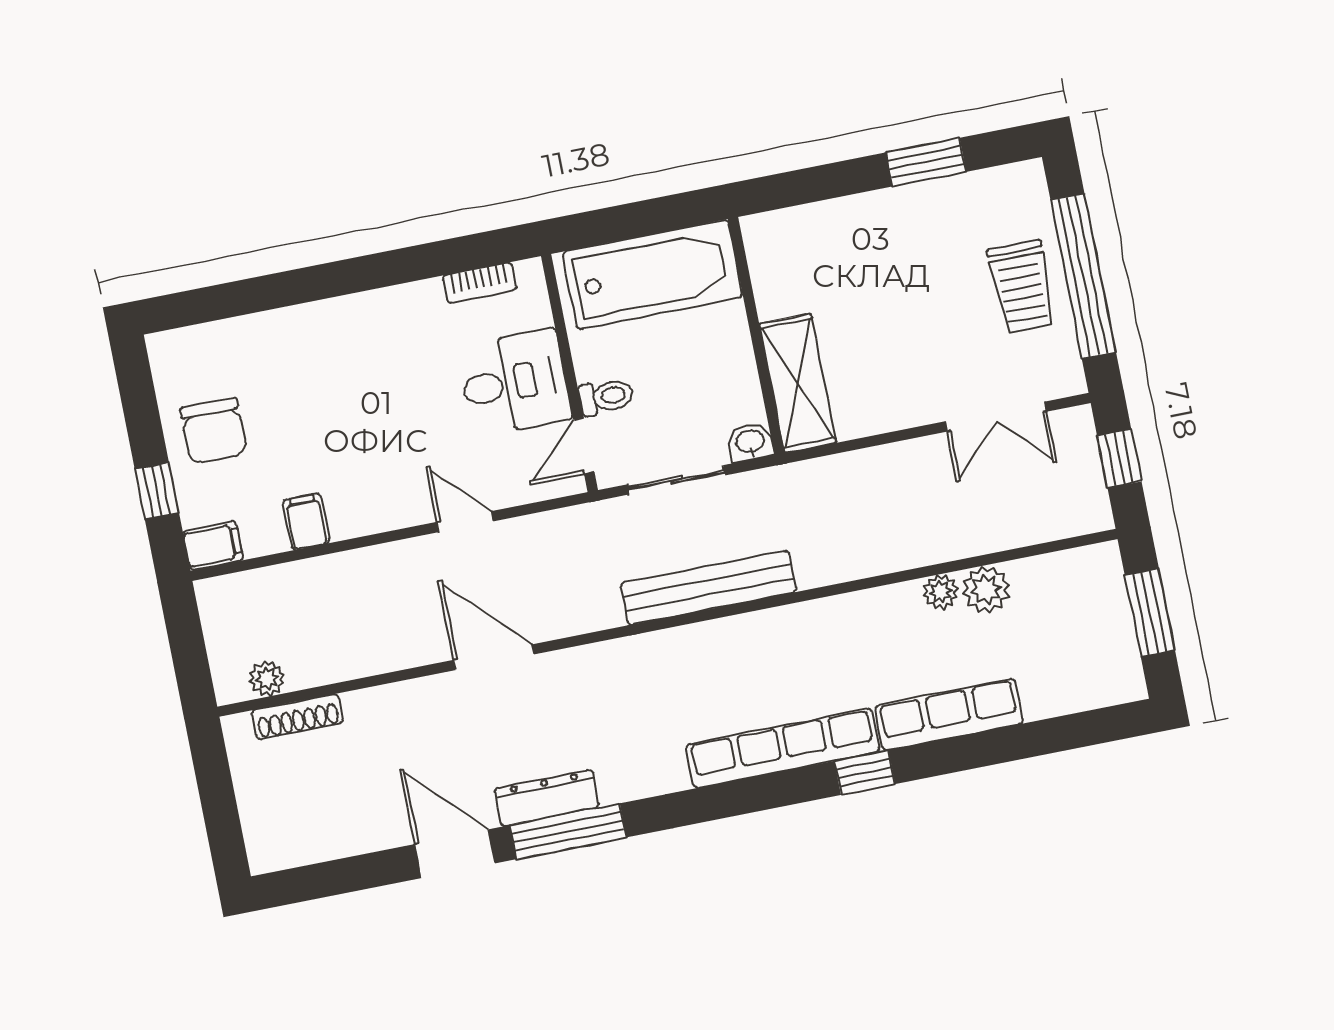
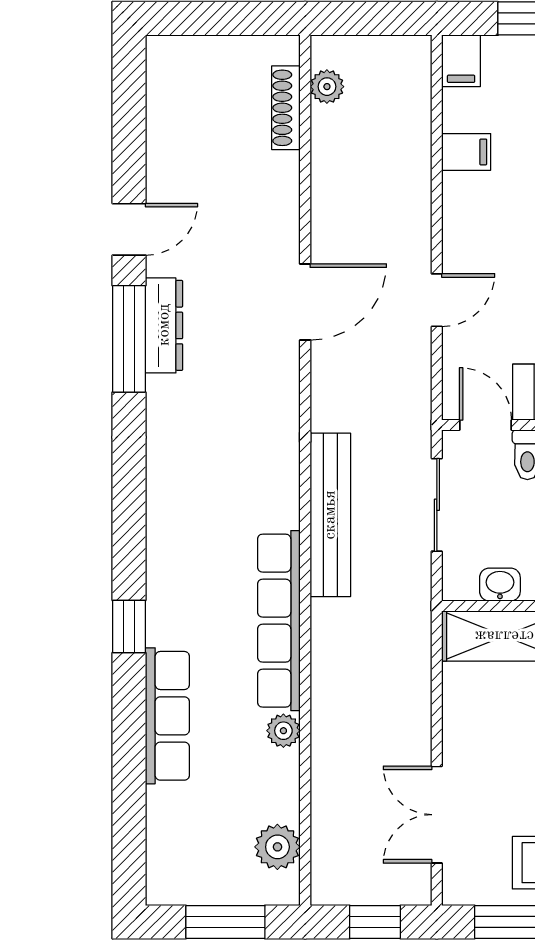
washbasin: (750, 442) -> (500, 585), moved, turned -90
plant: (986, 589) -> (277, 847), moved
row of seats: (783, 748) -> (279, 621), moved, turned 180
door: (455, 854) -> (129, 229), width x0.73

